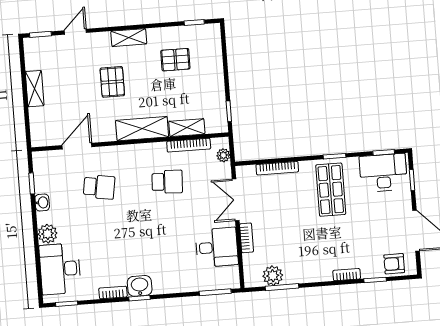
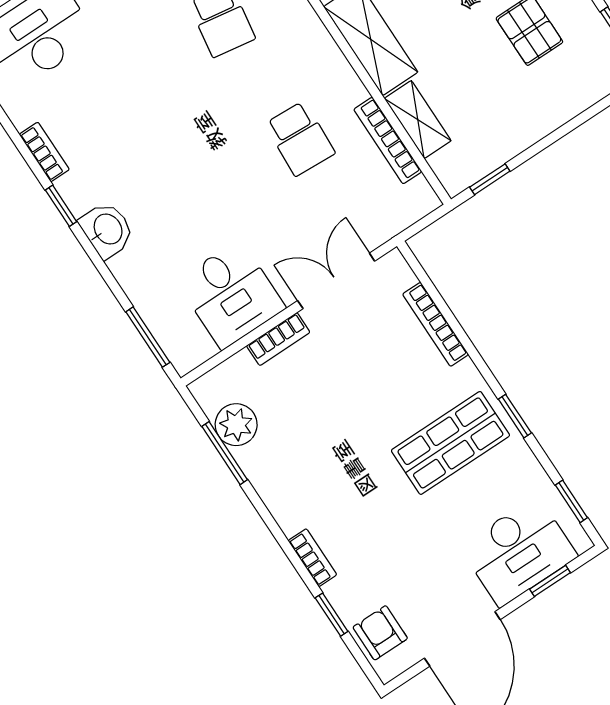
plant: (223, 155) -> (404, 214), removed
desk: (383, 173) -> (519, 551), moved, turned 90
washbasin: (140, 286) -> (107, 230), moved

